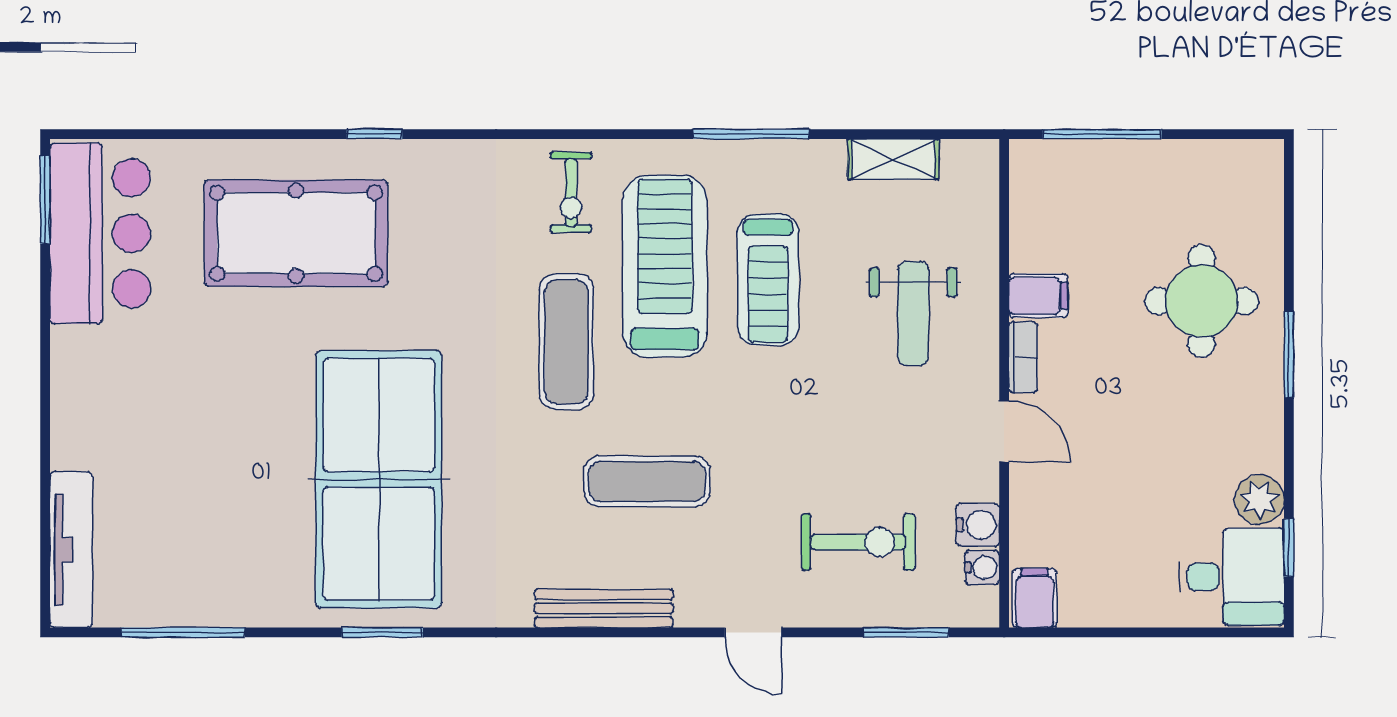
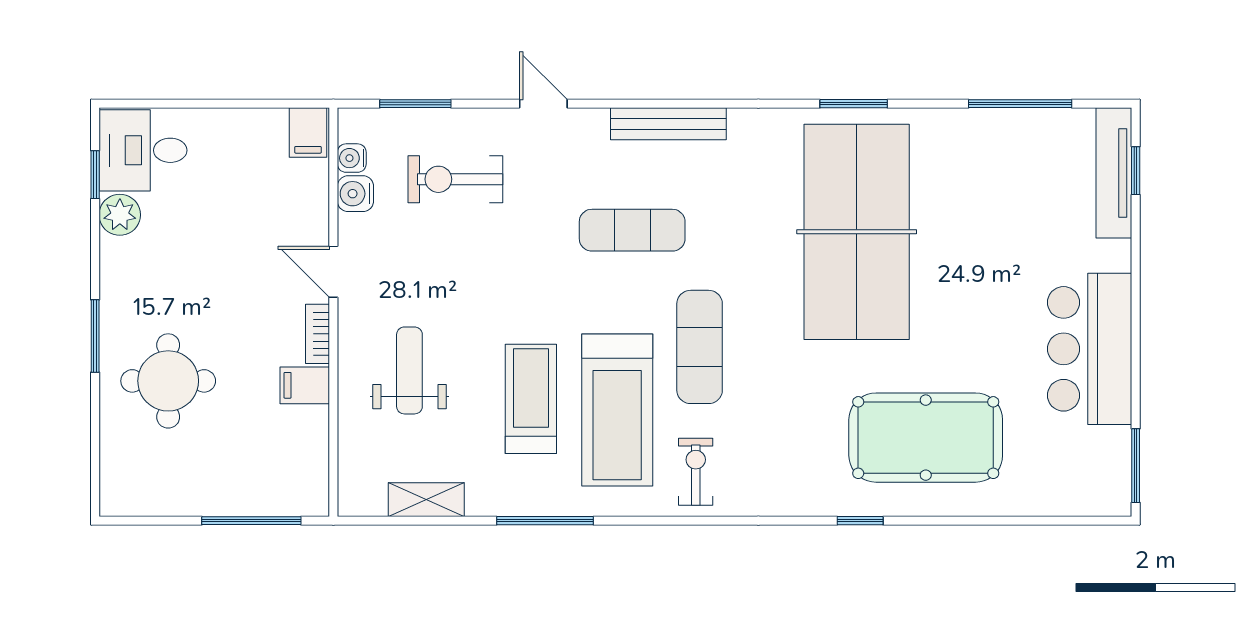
bar counter: (100, 233) -> (1090, 349), moved
window: (45, 553) -> (1136, 171), added

